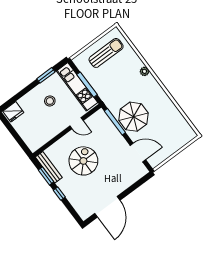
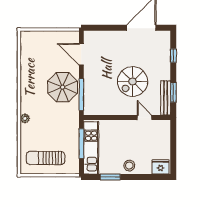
stool: (50, 101) -> (129, 166), moved
door: (76, 123) -> (144, 117), moved
window: (59, 194) -> (173, 56), moved

